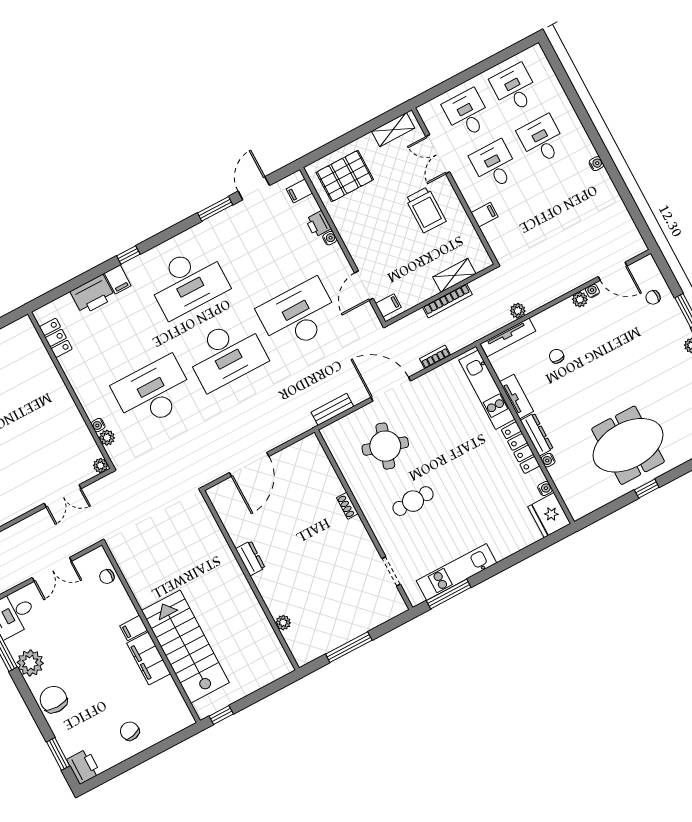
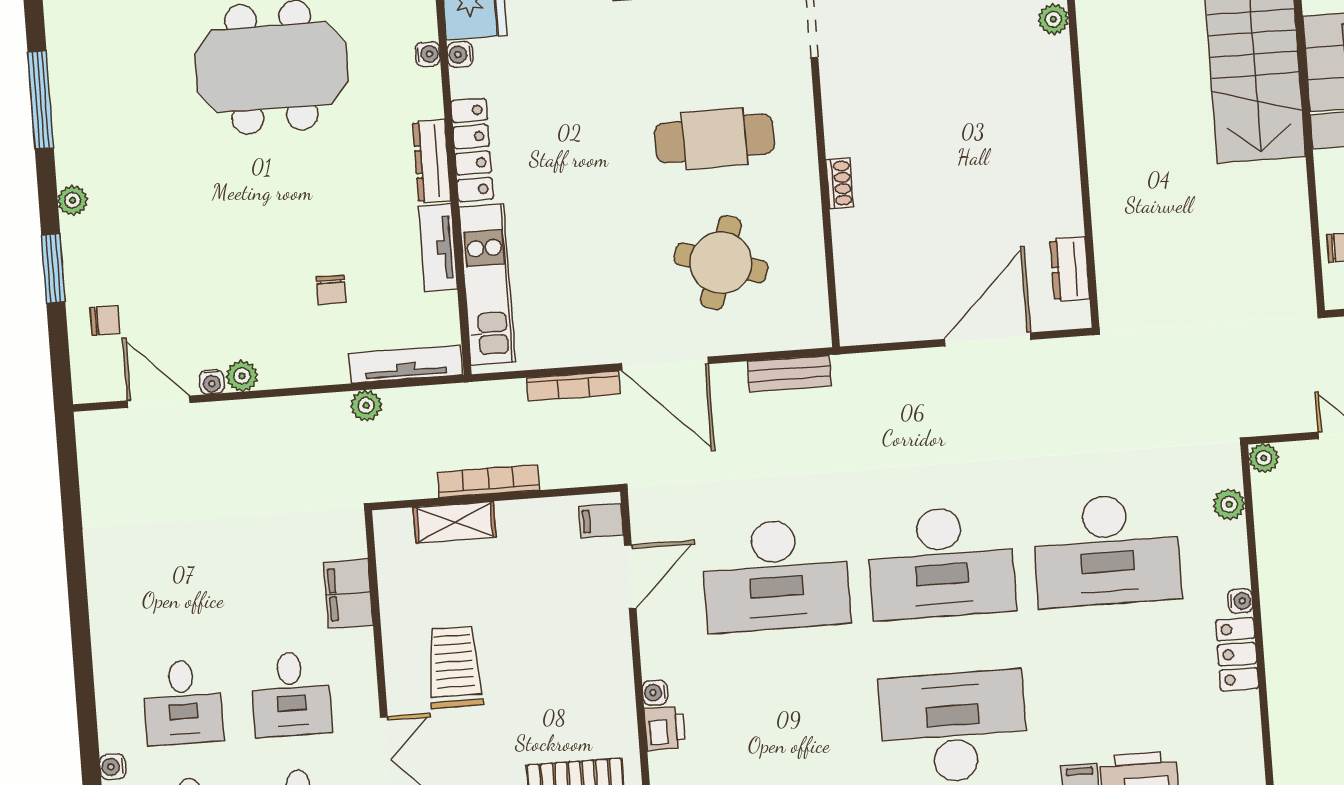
water cooler: (596, 164) -> (113, 767), moved
filing cabinet: (484, 215) -> (348, 594), width x2.00
locker: (56, 338) -> (1237, 654), moved
desk: (226, 354) -> (941, 563), turned 180
bookcase: (435, 357) -> (573, 386), width x1.56
water cooler: (98, 425) -> (1240, 601), moved
water cooler: (548, 460) -> (428, 54), moved
cafe table: (413, 501) -> (714, 138), width x1.37, depth x1.35
dresser: (250, 558) -> (1070, 269), moved

